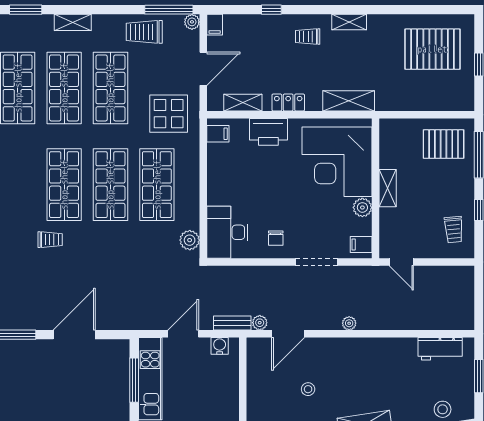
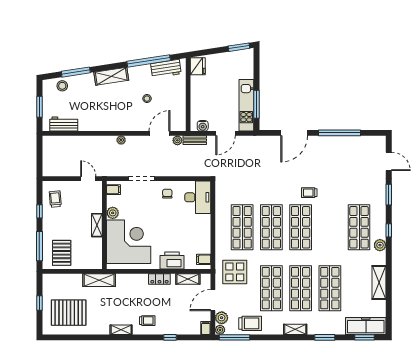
shelving: (349, 101) -> (99, 280), moved
pallet: (444, 144) -> (62, 253), turned 90
plant: (190, 240) -> (222, 318), moved

